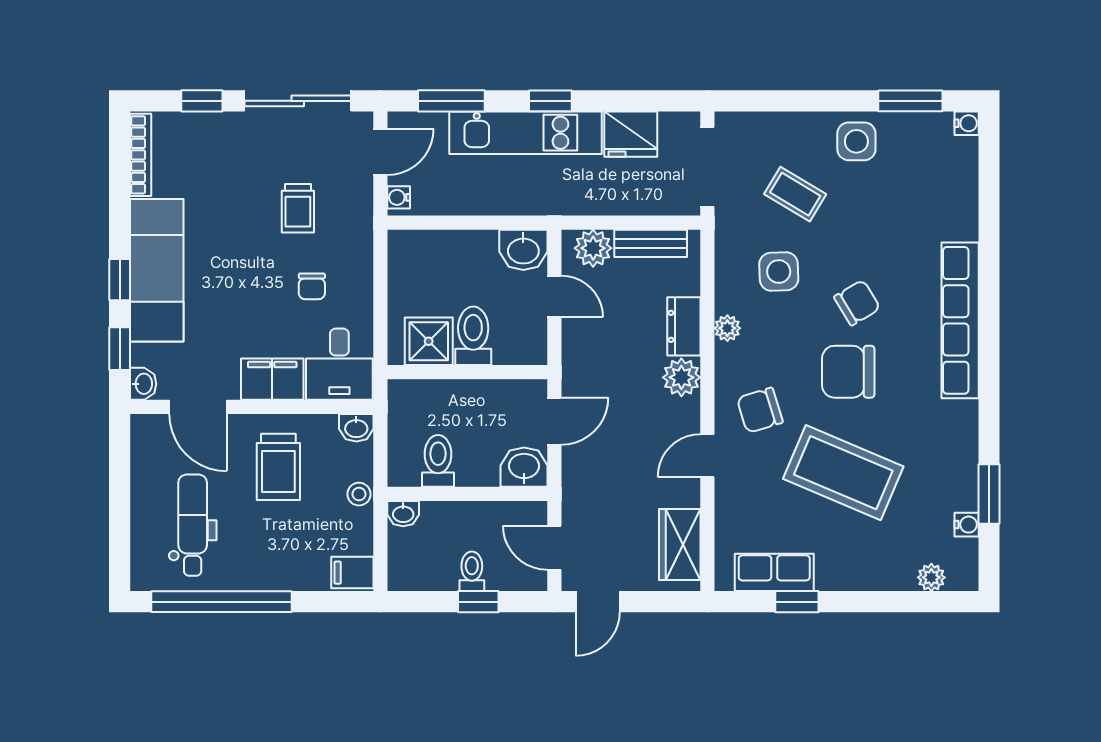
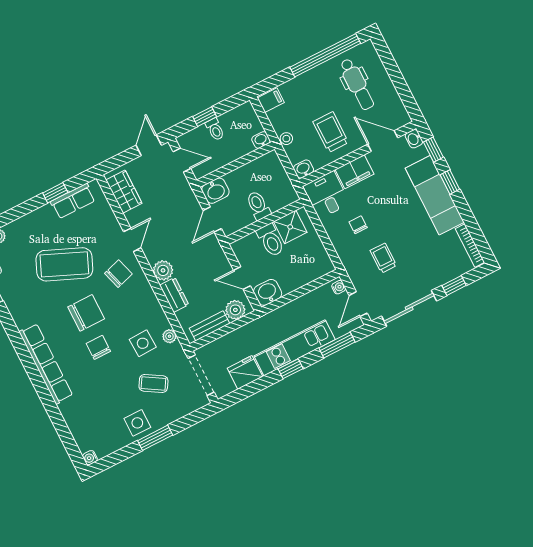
window: (910, 101) -> (155, 438), moved
chair: (857, 303) -> (98, 347), turned 121
plant: (727, 328) -> (169, 336), moved
toilet: (438, 461) -> (258, 206), moved, turned 180

